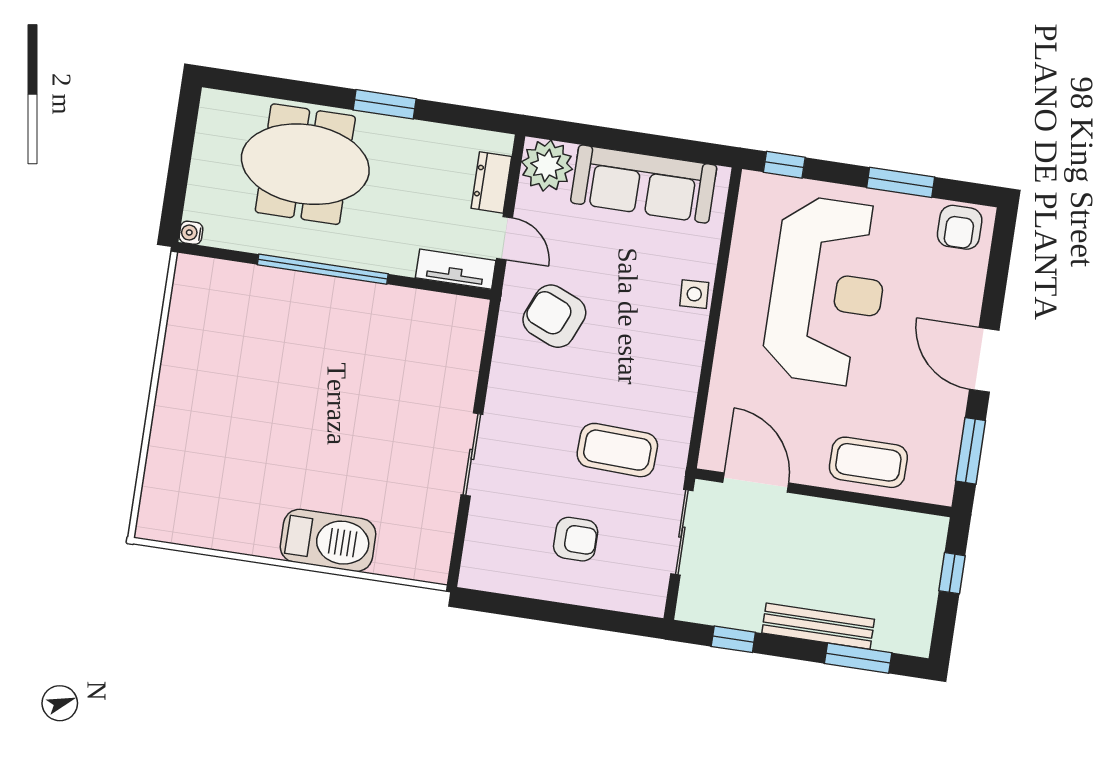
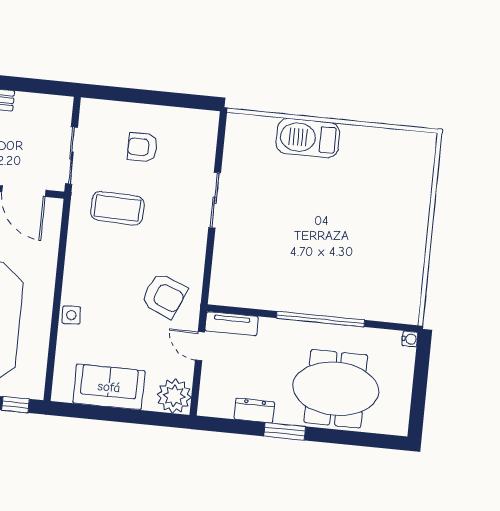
dresser: (491, 182) -> (254, 410), moved, turned -90
sofa: (644, 184) -> (109, 387), width x0.73
window: (733, 639) -> (33, 86), removed

